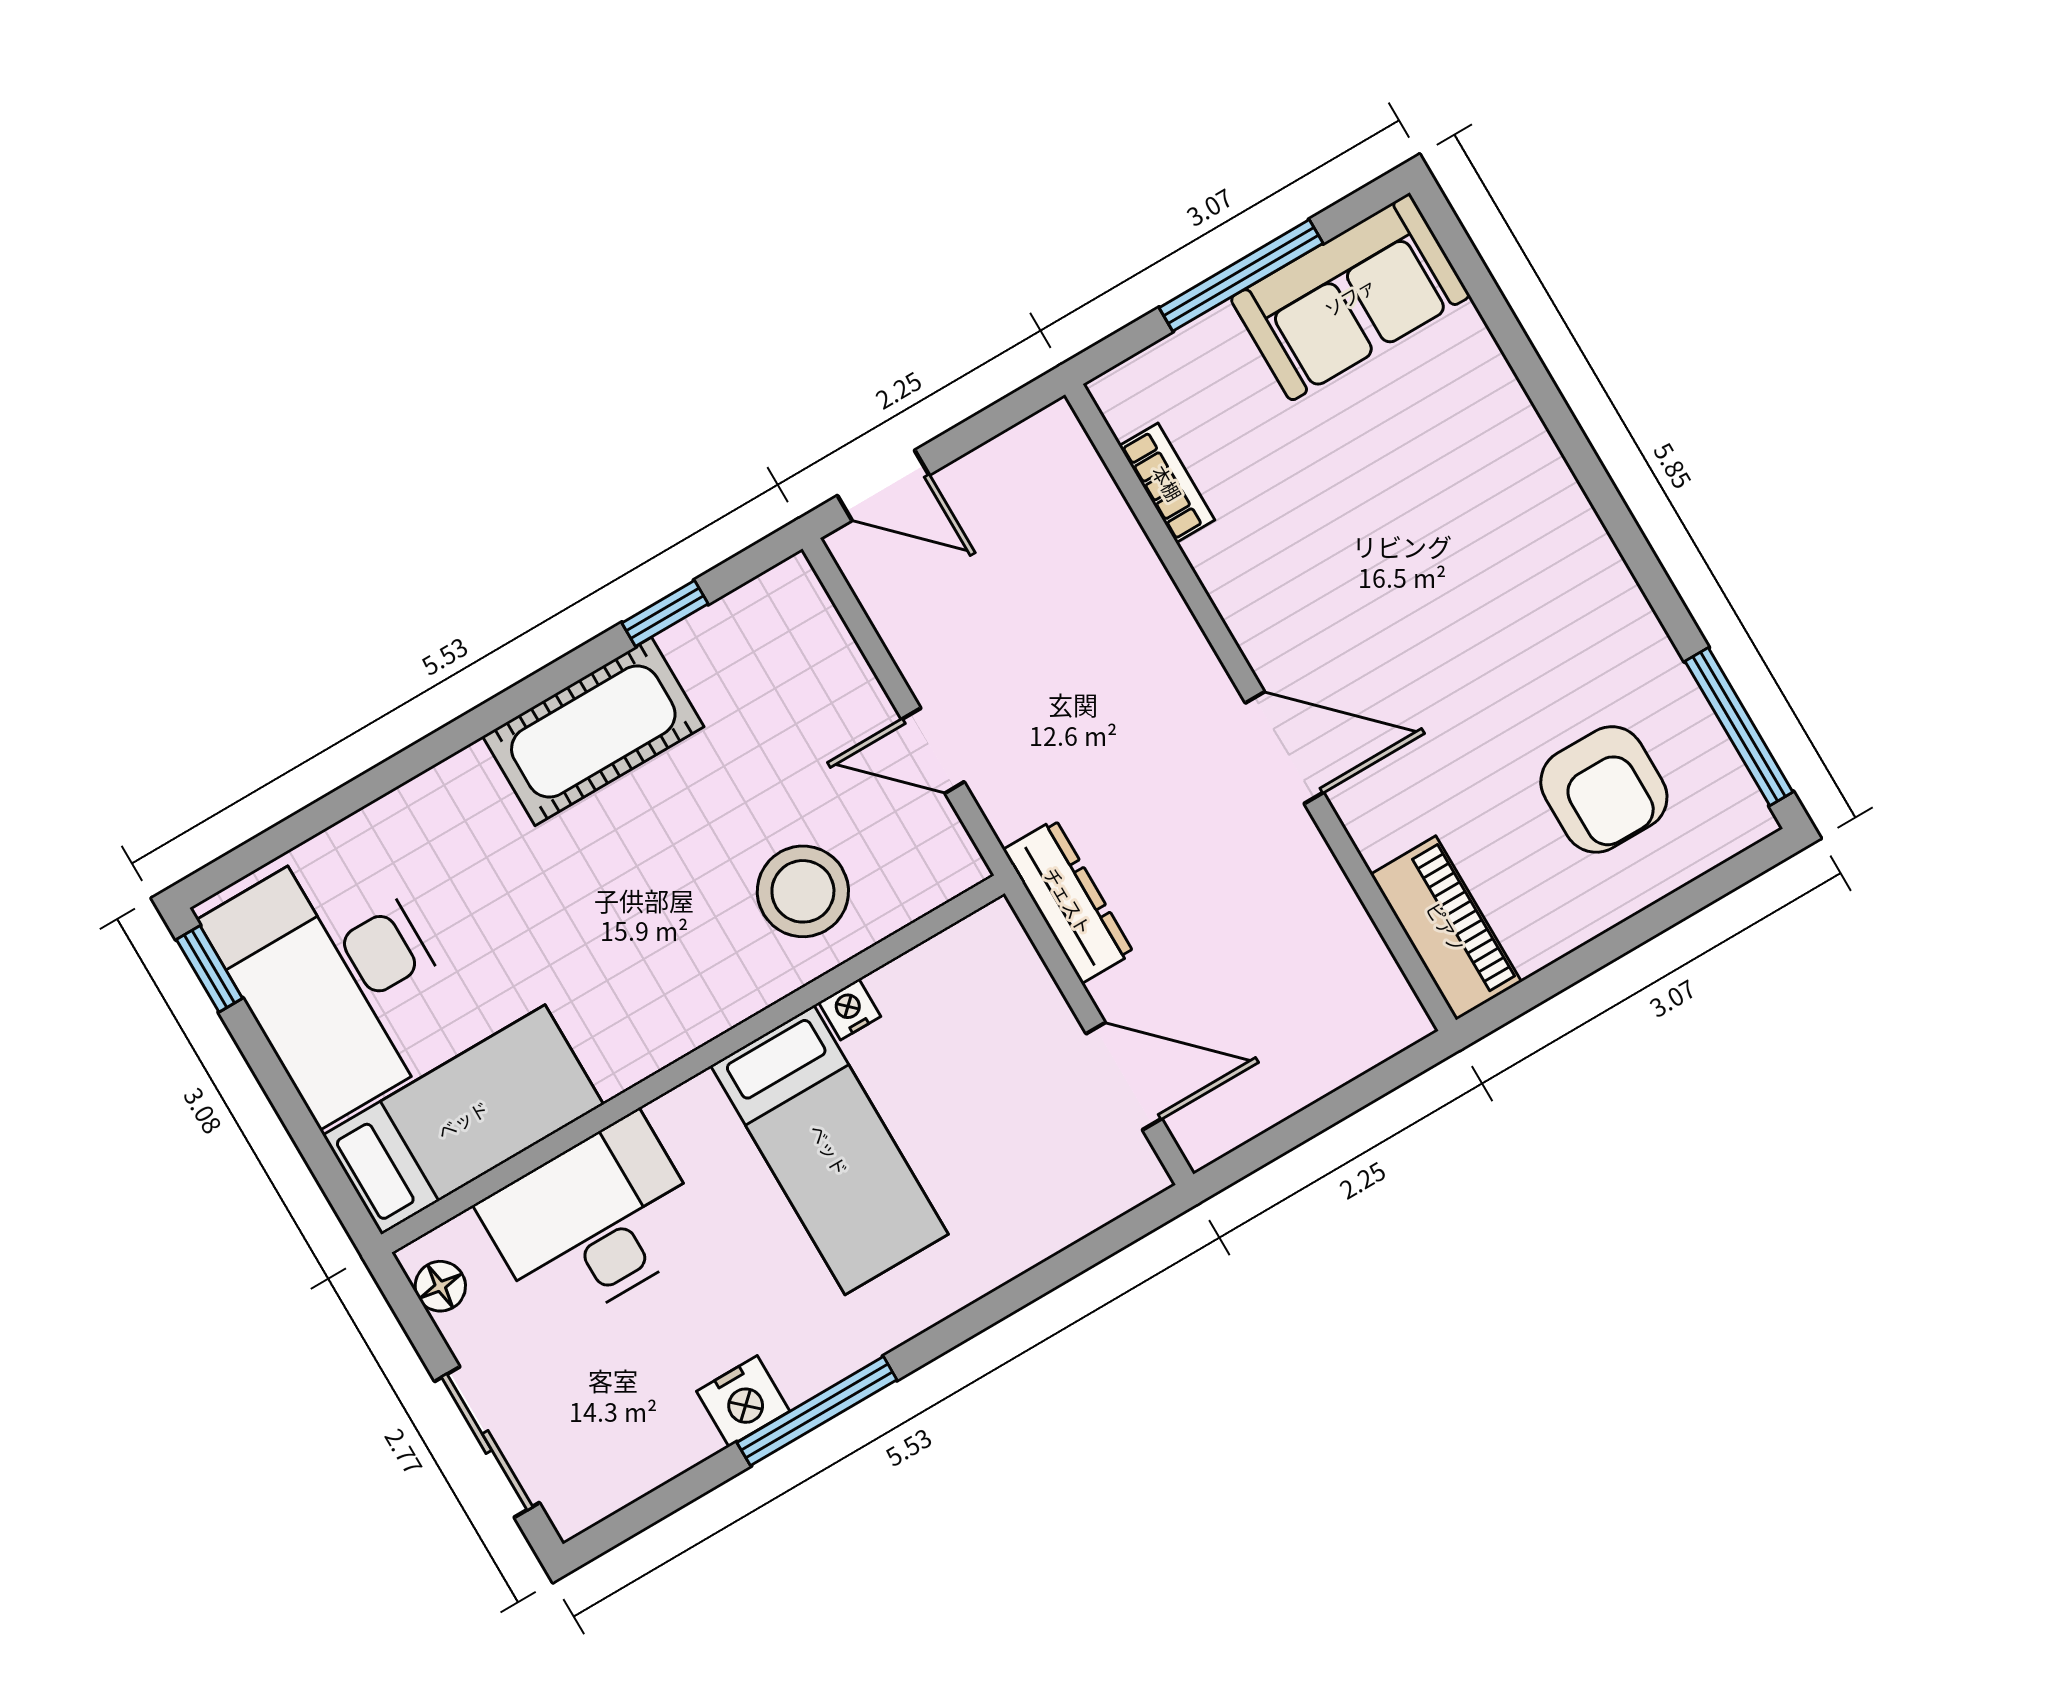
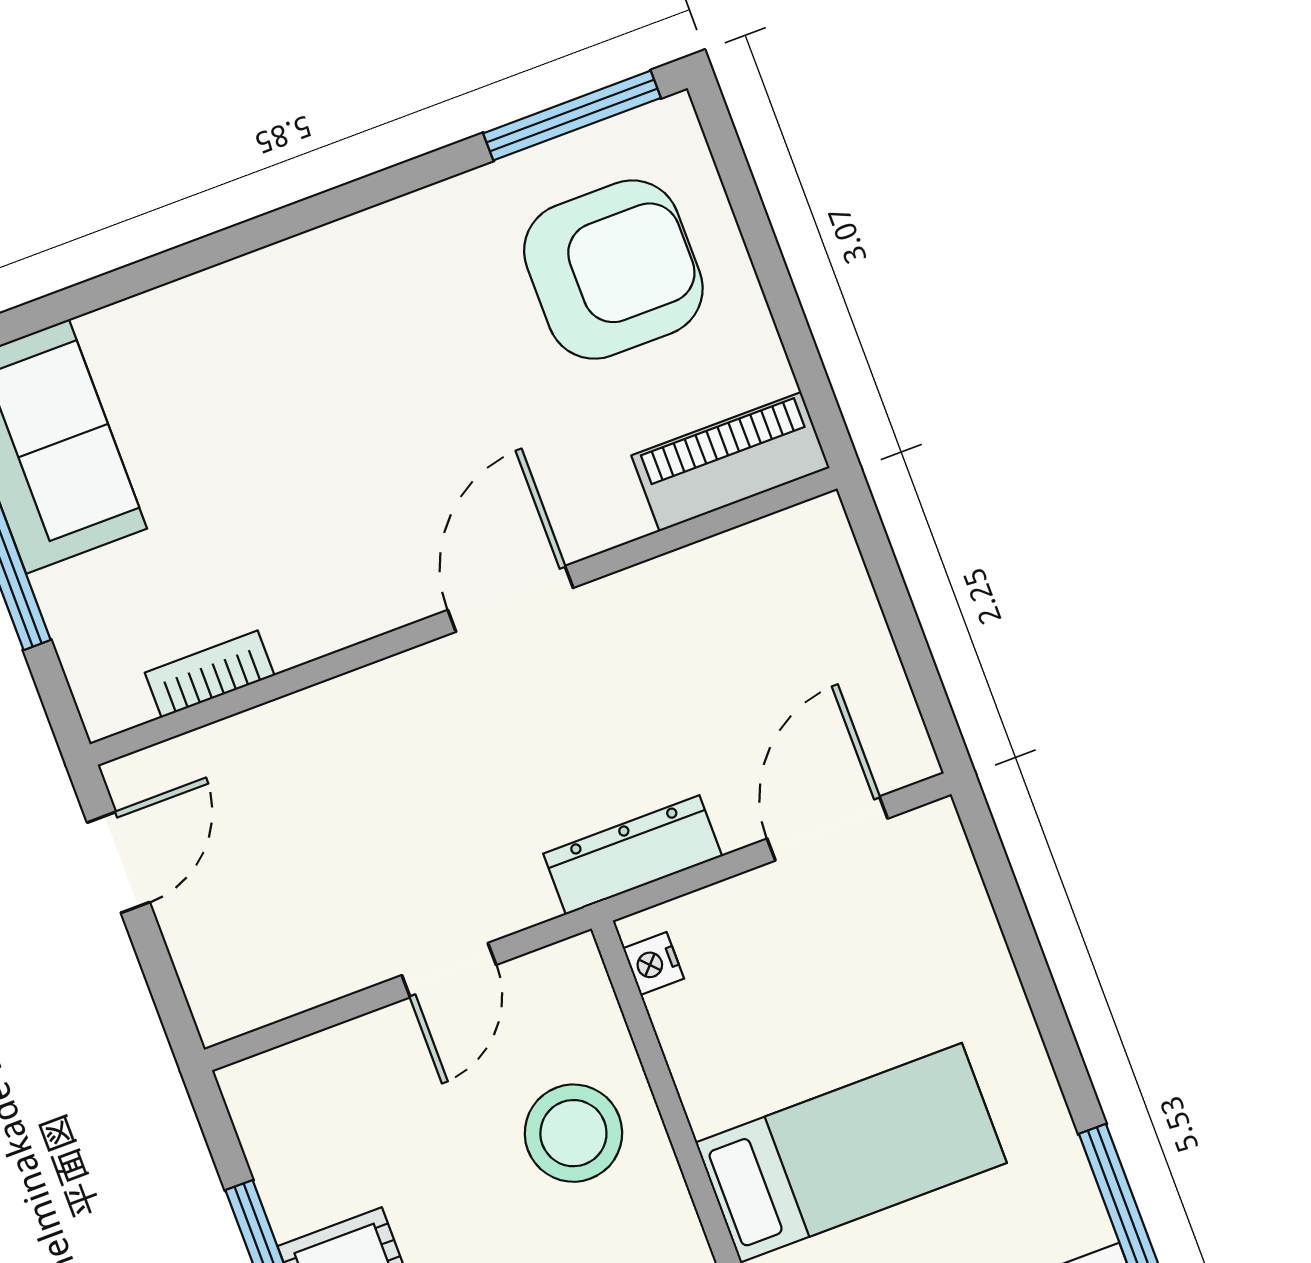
door: (883, 485) -> (118, 862), moved
armchair: (1604, 789) -> (613, 270), width x1.36, depth x1.36
nightstand: (850, 1009) -> (653, 964), moved

